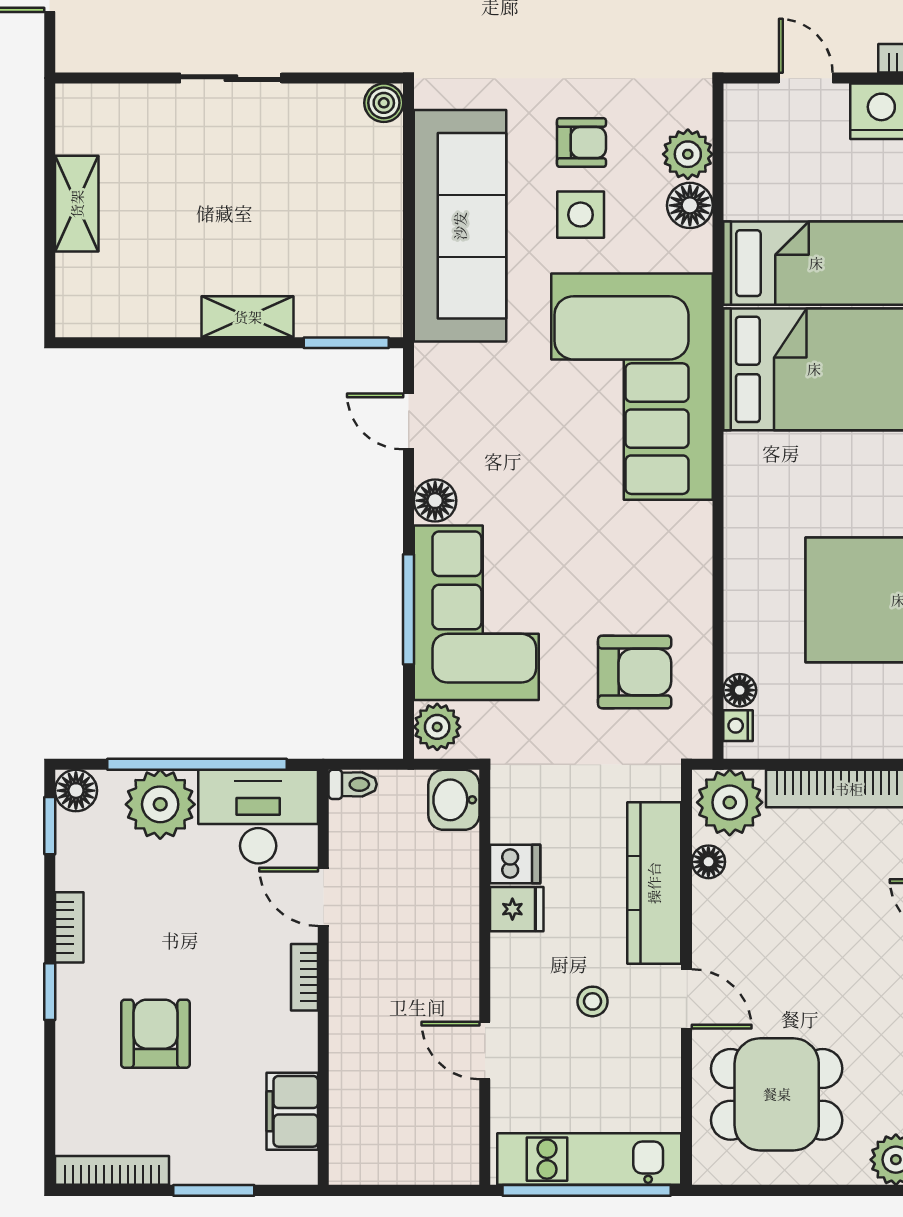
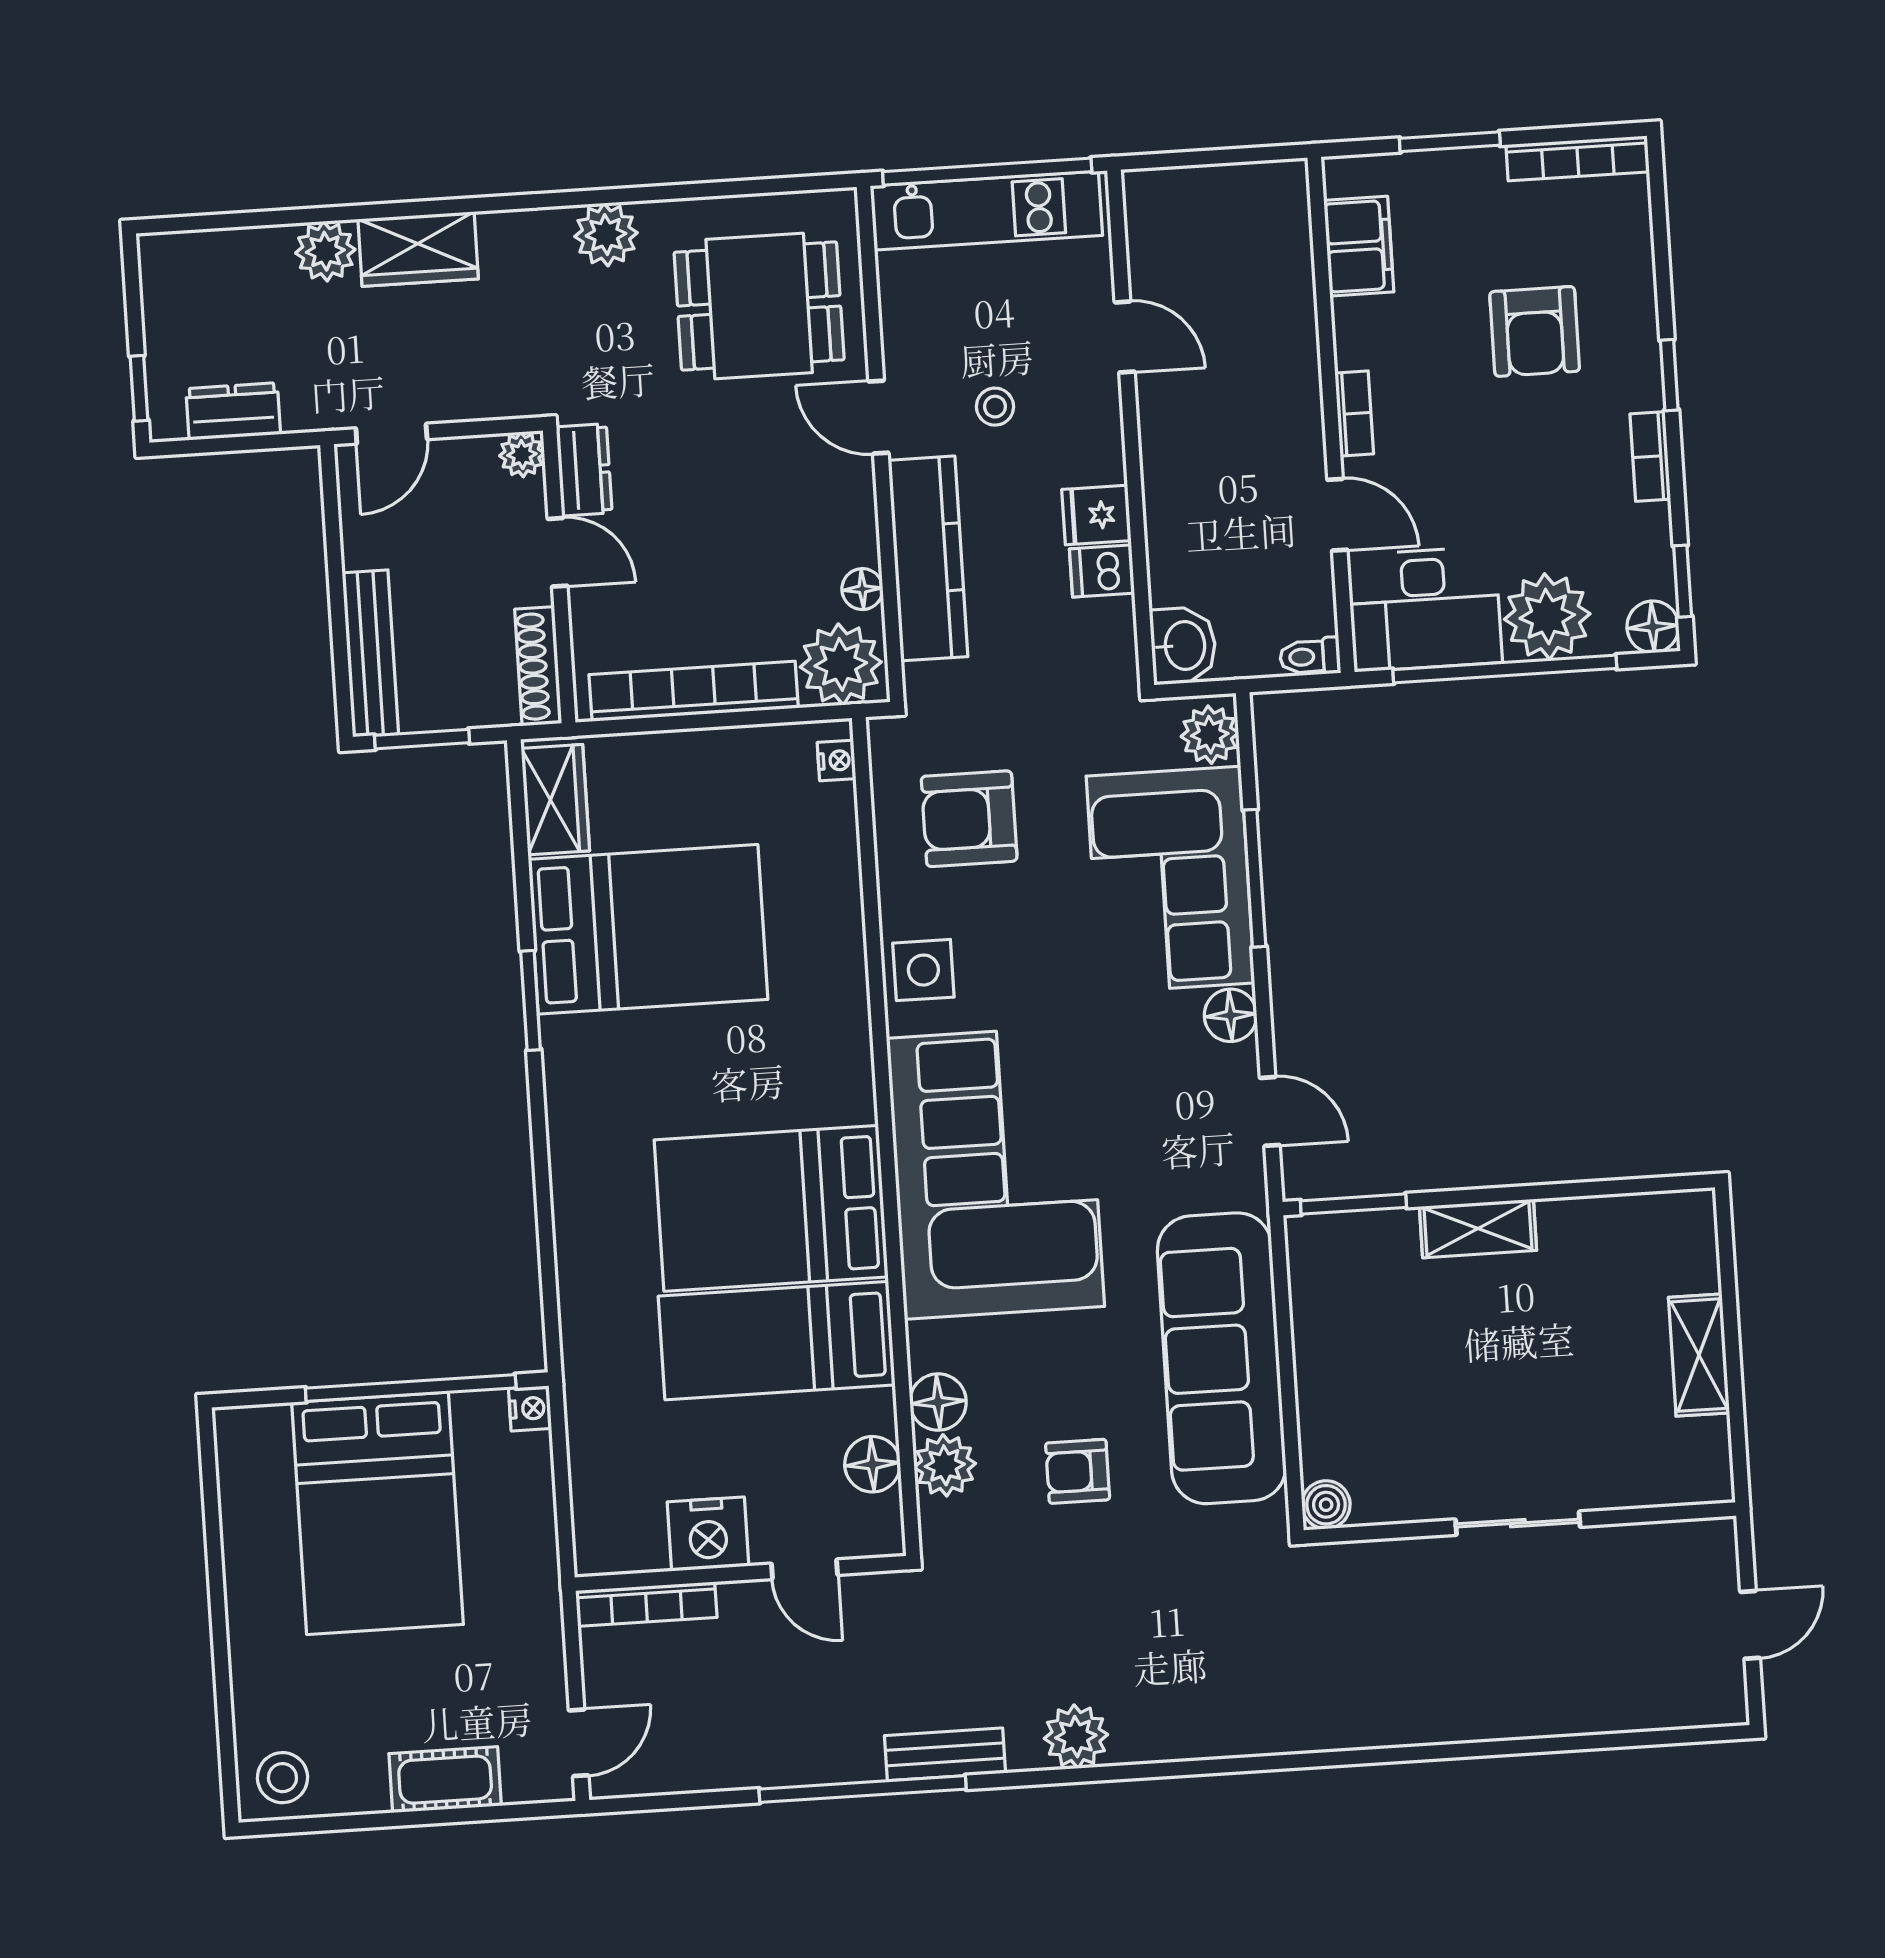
side table: (581, 215) -> (923, 970), moved
floor lamp: (740, 690) -> (872, 1464), moved, width x1.37, depth x1.37

